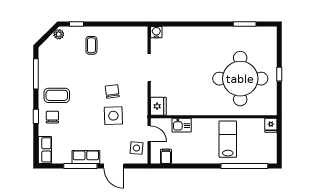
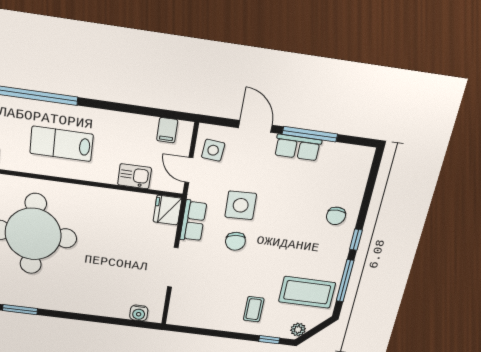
water cooler: (156, 32) -> (139, 313), moved
coffee table: (57, 95) -> (307, 292), moved, width x1.36, depth x1.32
window: (36, 116) -> (356, 240), moved
lab bench: (228, 139) -> (62, 144), turned 90
row of seats: (45, 150) -> (193, 221), moved, turned 180

